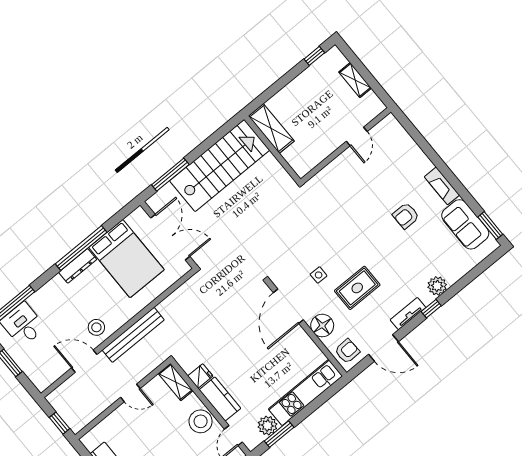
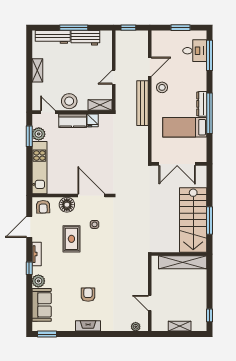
shelving: (271, 128) -> (183, 262), width x1.47
plant: (398, 130) -> (136, 327), added
window: (170, 175) -> (210, 221), moved
sofa: (465, 224) -> (42, 305), moved, turned 90
bed: (126, 259) -> (185, 127), width x0.67

